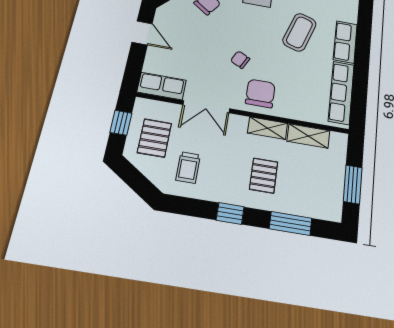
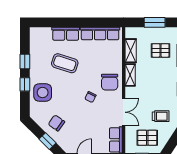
chair: (260, 93) -> (110, 82), turned -90
pallet: (264, 176) -> (160, 50), moved

